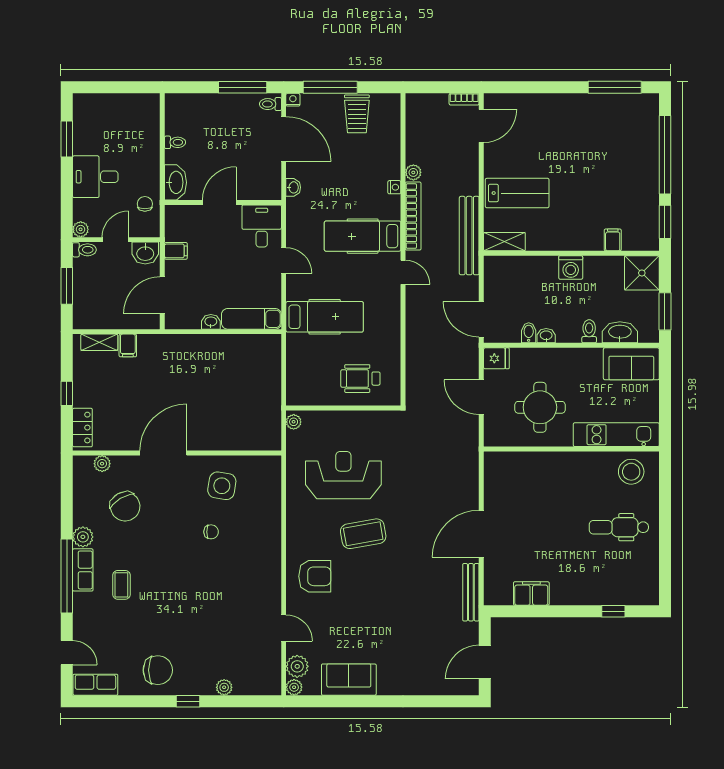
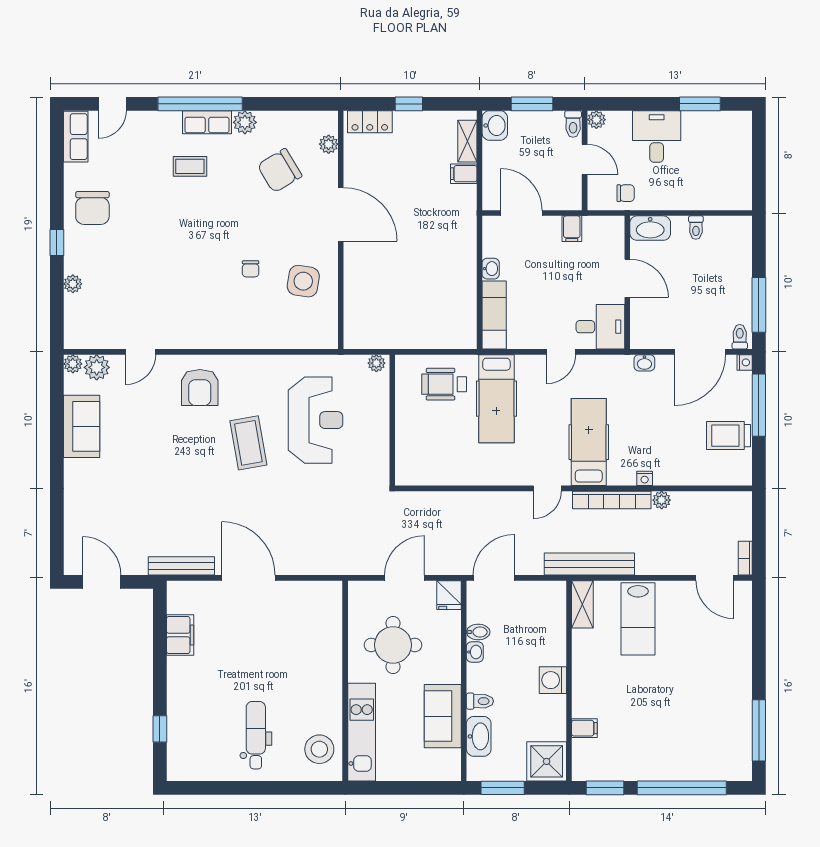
washbasin: (145, 253) -> (495, 125), moved, turned 180
sofa: (631, 364) -> (443, 716), moved
wheelchair: (360, 379) -> (444, 384), moved, turned -90

